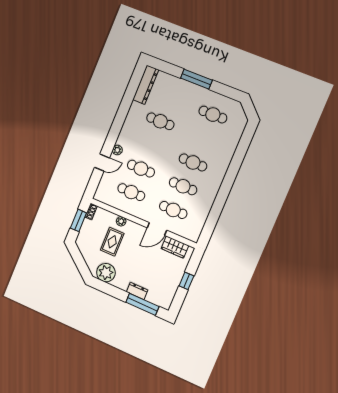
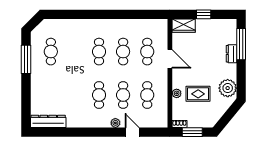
window: (196, 79) -> (26, 59), moved
cafe table: (160, 121) -> (99, 95), moved
wardrobe: (175, 247) -> (184, 26), moved, turned 90

